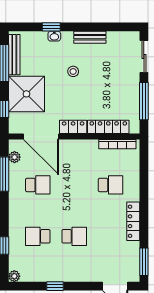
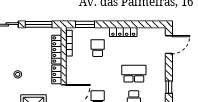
school desk: (74, 236) -> (134, 74), width x1.85
window: (144, 262) -> (85, 24), moved

